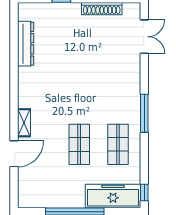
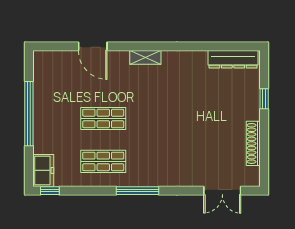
dresser: (26, 44) -> (233, 59), moved
shelving: (24, 123) -> (145, 57), moved
freezer: (113, 196) -> (43, 170), width x0.52, depth x0.79

